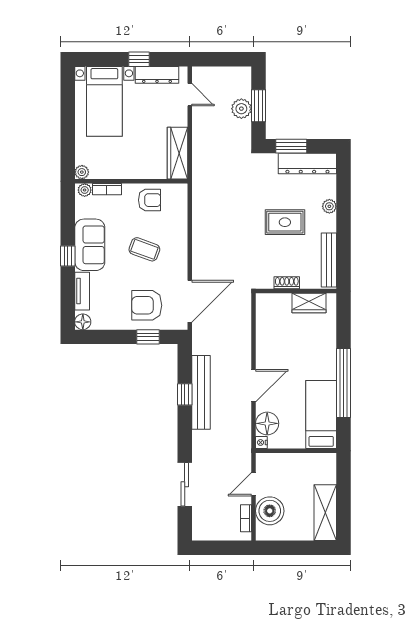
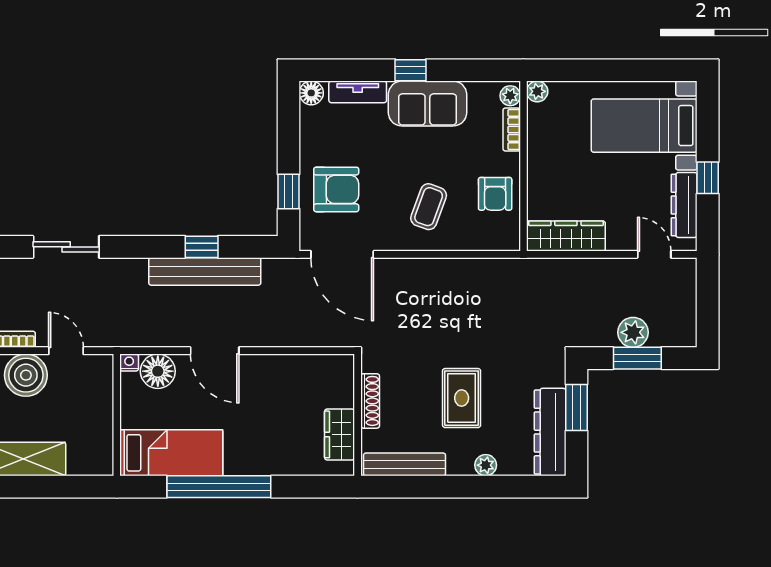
door: (190, 95) -> (654, 254), swing flipped
coffee table: (144, 249) -> (429, 207), moved
shoe rack: (287, 283) -> (370, 401), width x1.43
armchair: (147, 305) -> (336, 189), turned 90

